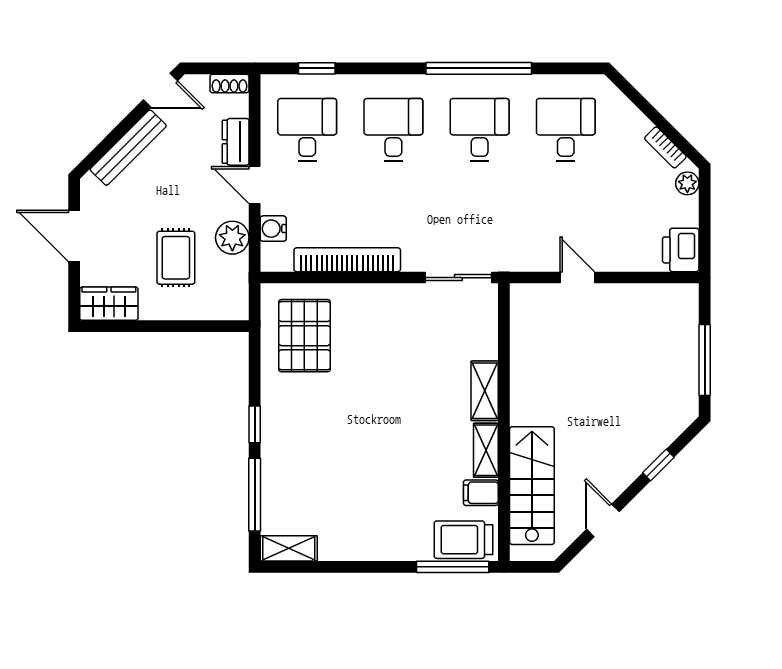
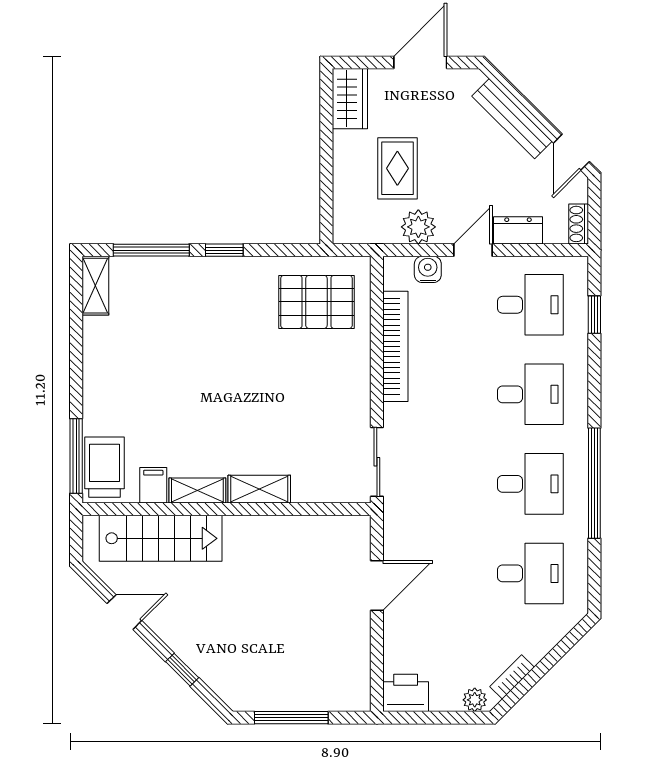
rug: (176, 258) -> (397, 168), turned 90
door: (577, 278) -> (377, 585), width x1.38

